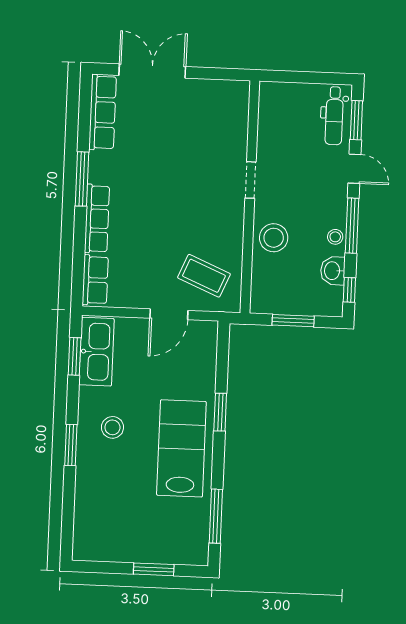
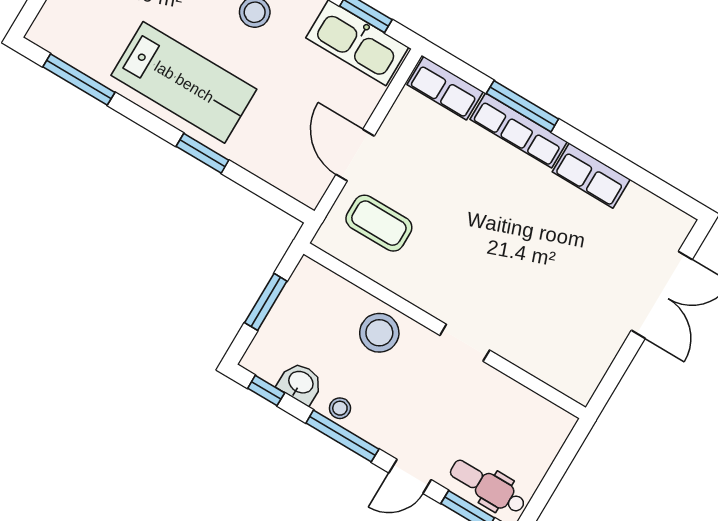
row of seats: (103, 112) -> (591, 176), moved, width x0.68
window: (82, 179) -> (522, 106), moved
coffee table: (204, 276) -> (379, 223), turned 67

